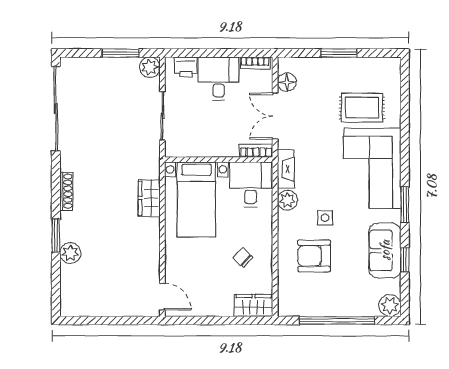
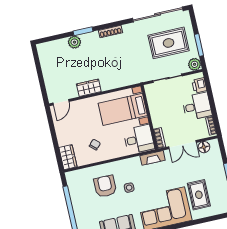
rug: (106, 101) -> (169, 43), added
double door: (275, 116) -> (182, 145), swing flipped
wardrobe: (149, 198) -> (89, 88), moved
plant: (287, 200) -> (134, 163), removed

